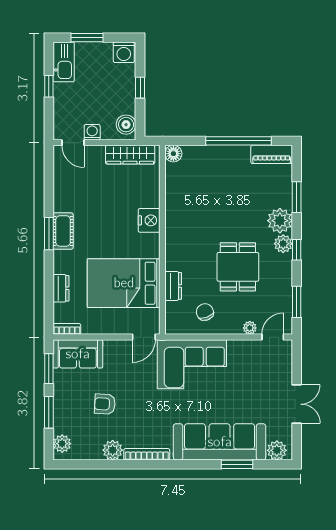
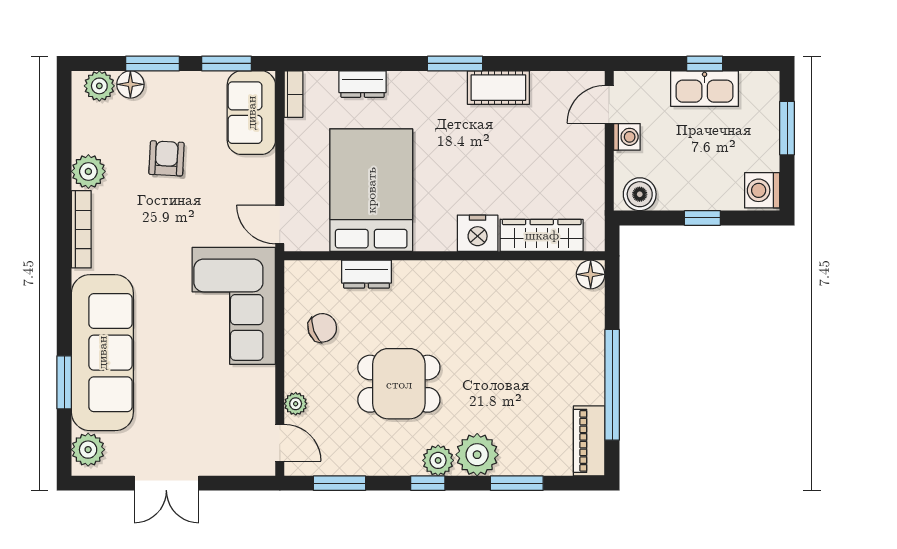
kitchen sink: (64, 62) -> (705, 89), moved
wardrobe: (130, 155) -> (542, 235), moved, turned 90
cot: (63, 231) -> (498, 88), moved
floor lamp: (61, 425) -> (130, 84), added

